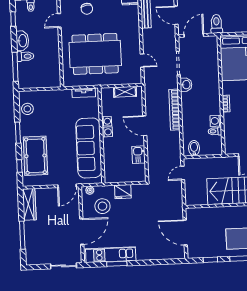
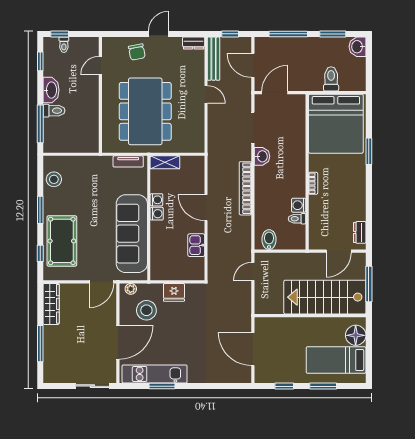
toilet: (216, 24) -> (331, 79), moved
dining table: (95, 54) -> (145, 111), turned 90
door: (142, 61) -> (206, 94), moved
shelving: (125, 92) -> (165, 162), moved

